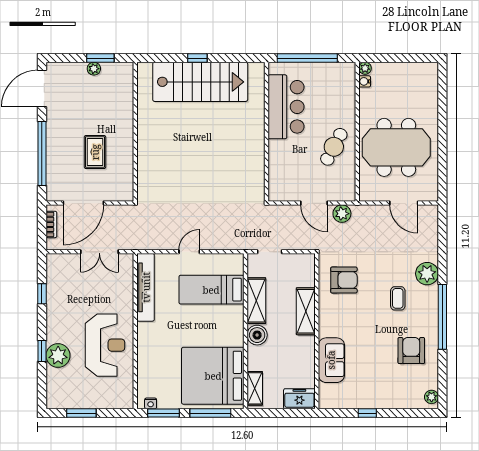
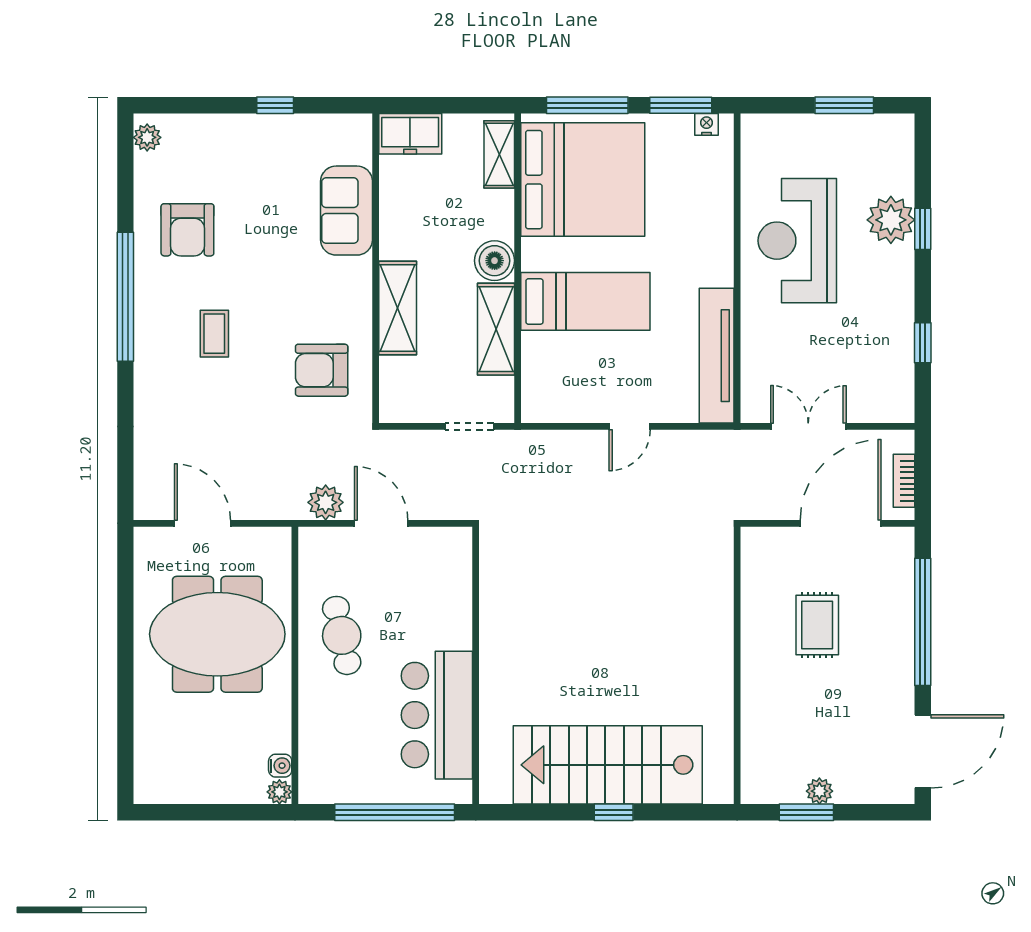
cafe table: (334, 147) -> (342, 635), turned -40
plant: (427, 274) -> (156, 383), removed
bed: (211, 290) -> (585, 301), moved

